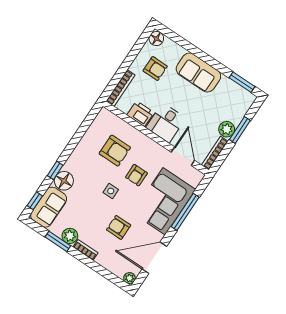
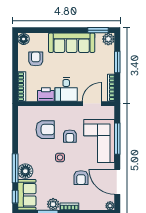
armchair: (155, 69) -> (36, 59), turned -90
sofa: (198, 73) -> (72, 43), width x1.36
plant: (227, 129) -> (108, 39), moved
door: (183, 156) -> (92, 104), hinge flipped
window: (55, 170) -> (15, 168), width x2.17
armchair: (119, 227) -> (81, 178), turned -90
door: (154, 258) -> (117, 182), hinge flipped

